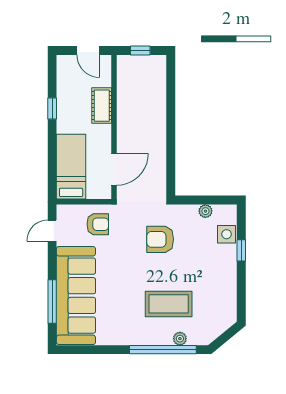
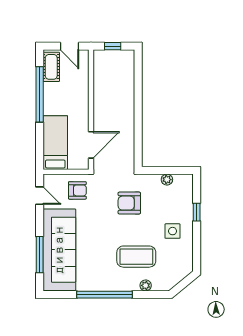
cot: (102, 106) -> (51, 67), moved
window: (52, 108) -> (40, 94), width x3.17
door: (52, 231) -> (40, 196), swing flipped
side table: (227, 234) -> (173, 231), moved
window: (163, 350) -> (105, 295), moved

